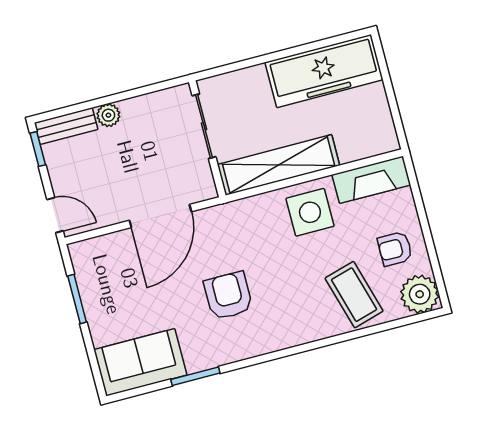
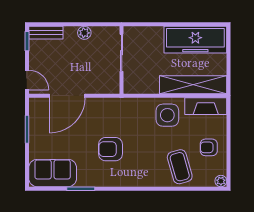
plant: (108, 115) -> (84, 33), moved
shelving: (279, 165) -> (193, 85), moved
door: (160, 216) -> (67, 96), moved
plant: (420, 294) -> (221, 181), width x0.53, depth x0.53
armchair: (228, 296) -> (111, 149), turned -90

